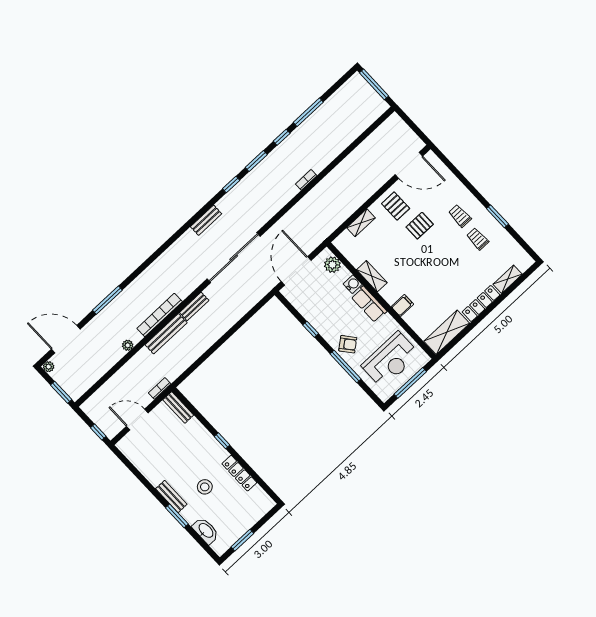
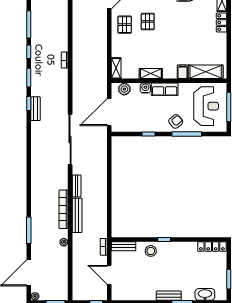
pallet: (396, 206) -> (125, 25), turned 90
bench: (206, 220) -> (35, 109), moved
shelving: (361, 223) -> (116, 68), moved
door: (296, 271) -> (109, 112), hinge flipped
locker: (481, 303) -> (222, 22), width x0.66
shelving: (447, 332) -> (206, 72), moved, turned 90
door: (137, 420) -> (109, 275), hinge flipped
locker: (239, 473) -> (212, 247), moved
stool: (205, 487) -> (151, 251), moved

